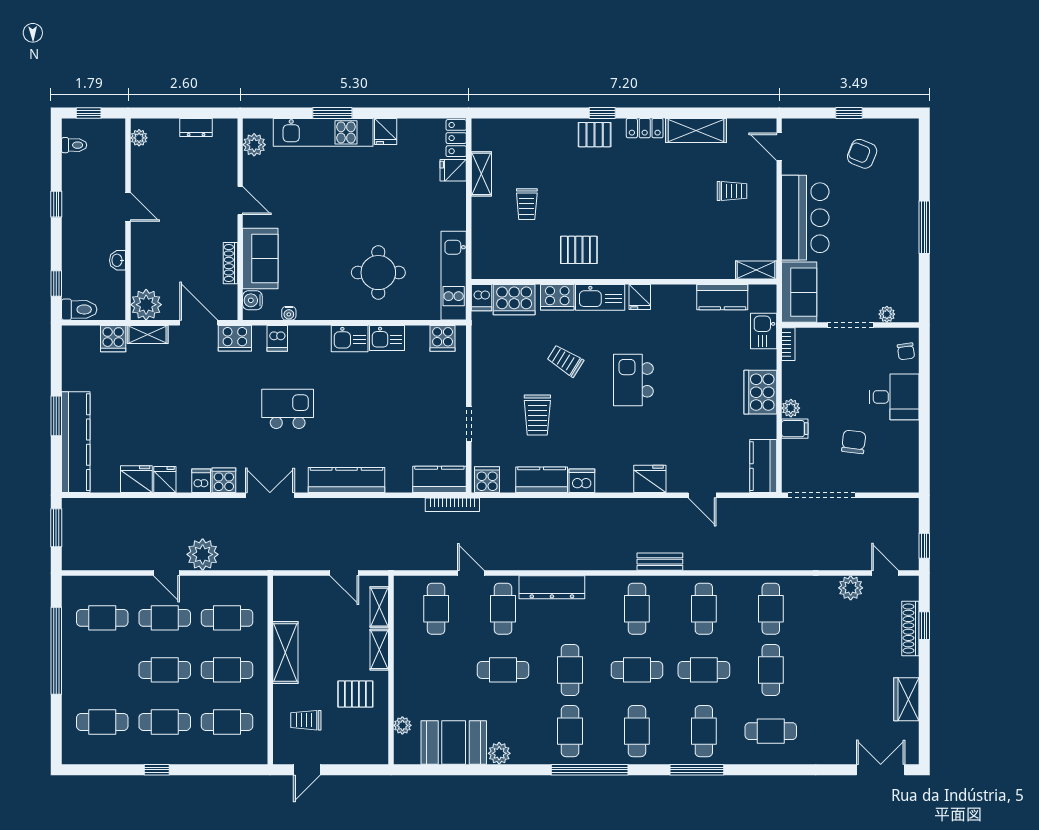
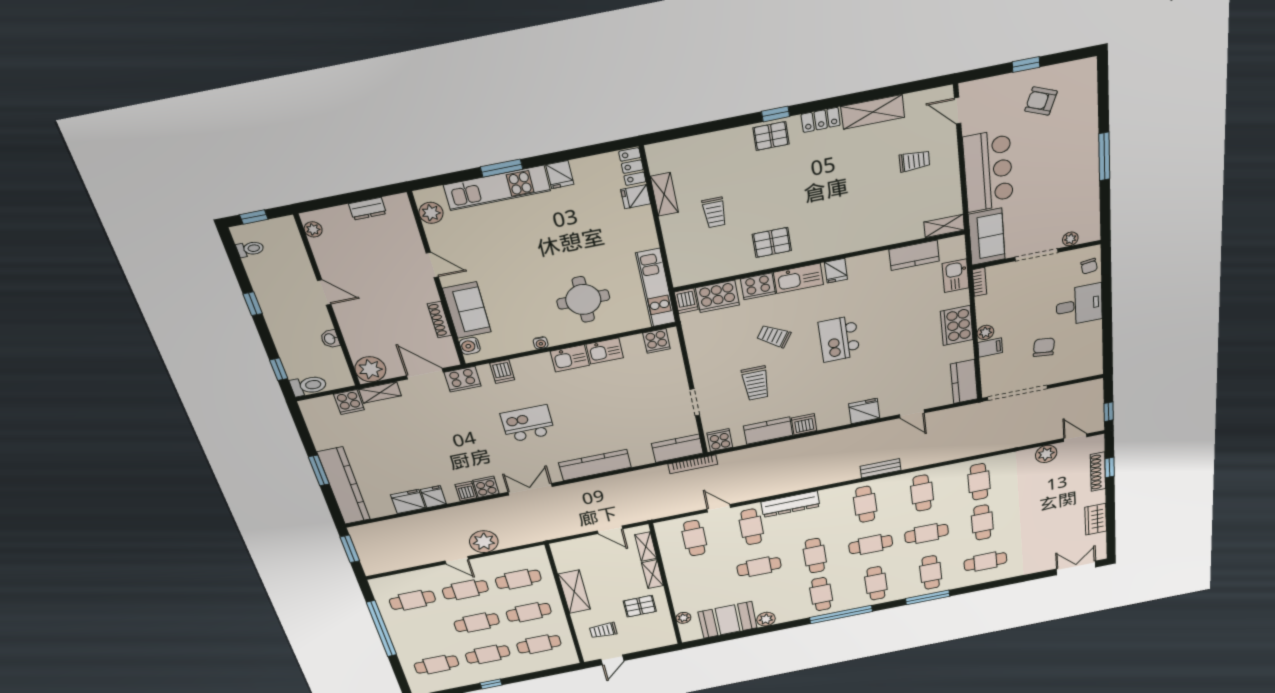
water cooler: (289, 313) -> (541, 343), moved

